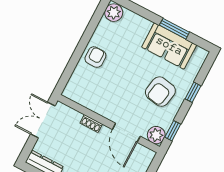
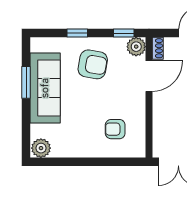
sofa: (169, 46) -> (45, 88), width x1.36
armchair: (95, 57) -> (115, 129), moved
shoe rack: (91, 124) -> (158, 48), moved

